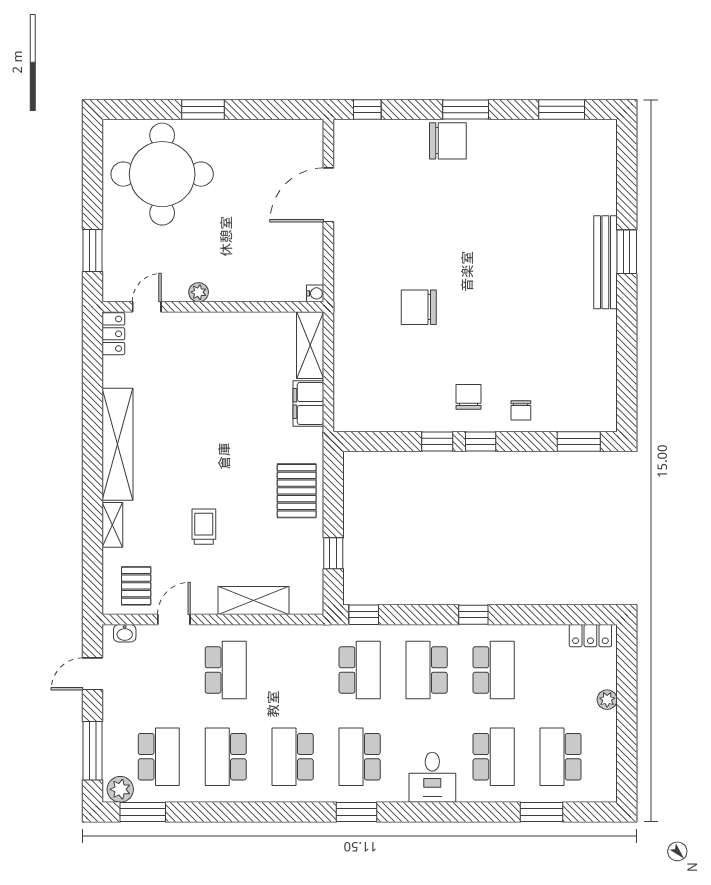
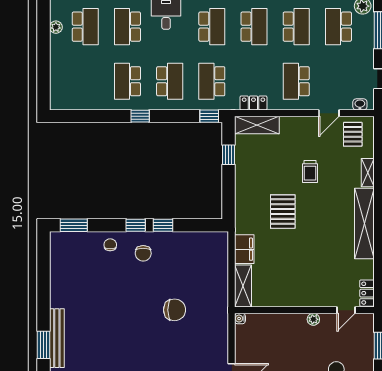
pallet: (297, 491) -> (283, 212), moved
shelving: (253, 601) -> (257, 125), moved
locker: (590, 636) -> (253, 103), moved
plant: (607, 700) -> (56, 27), moved

